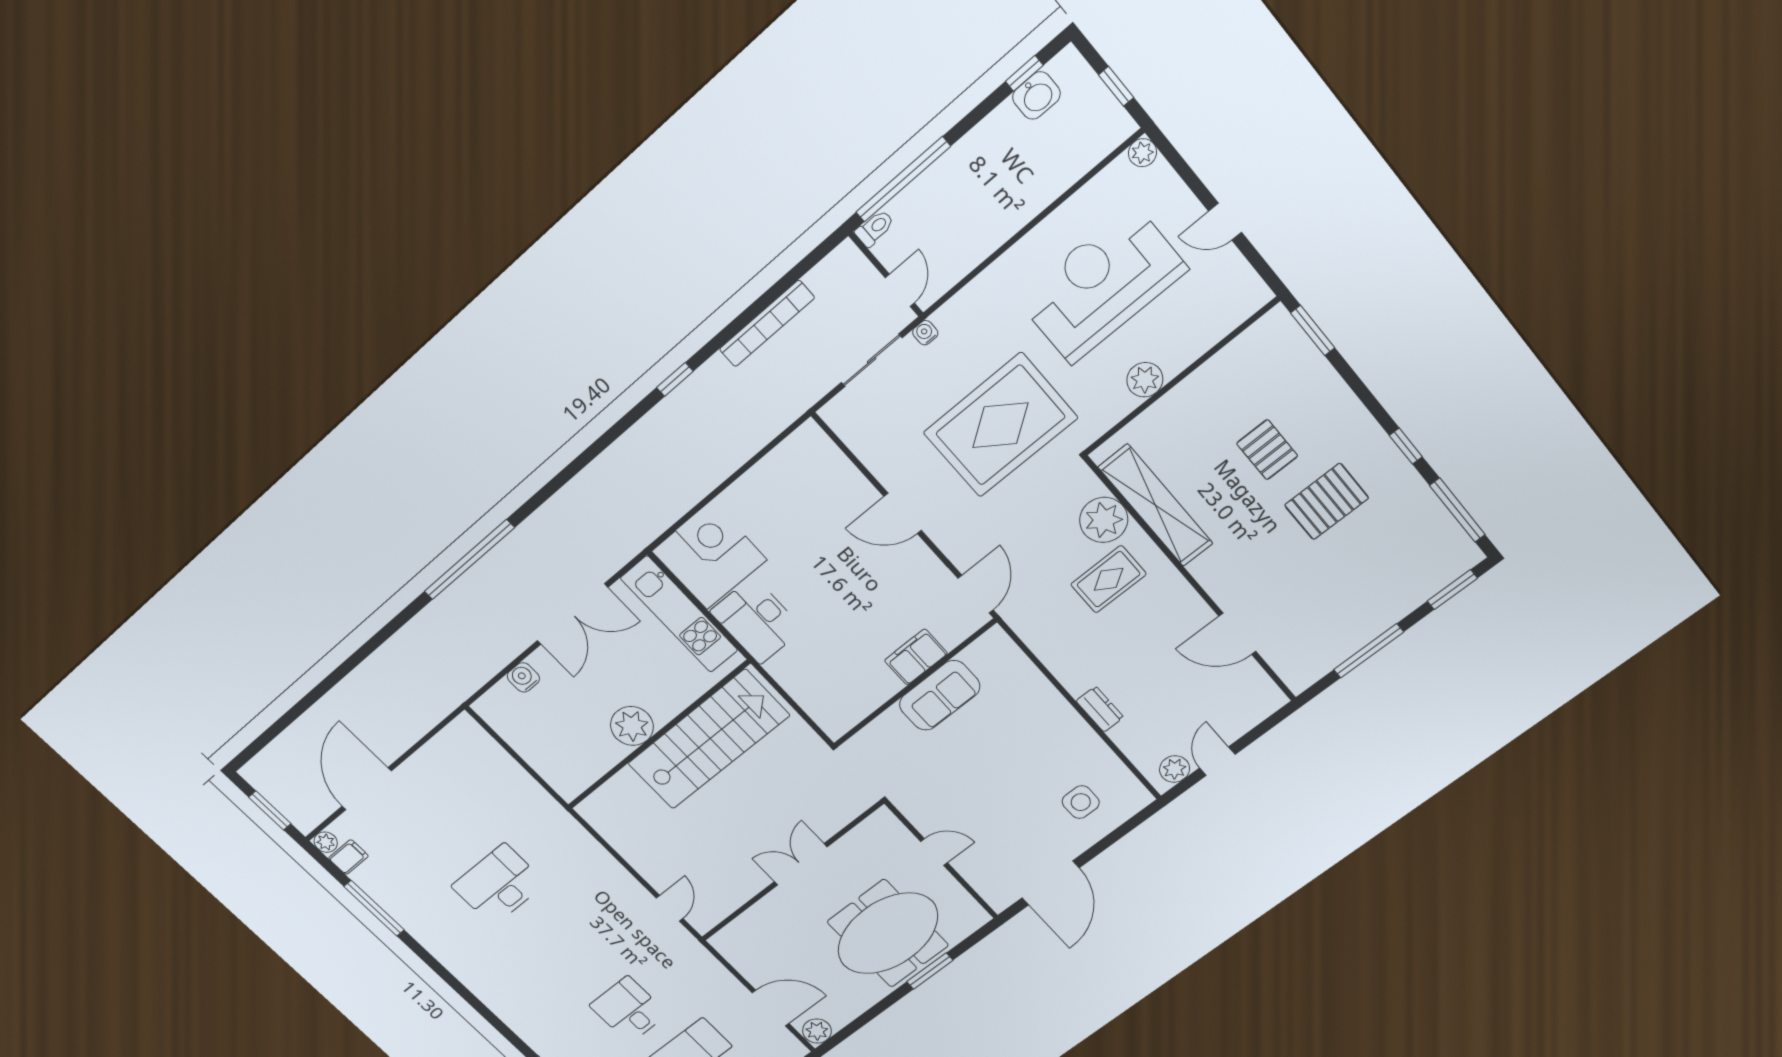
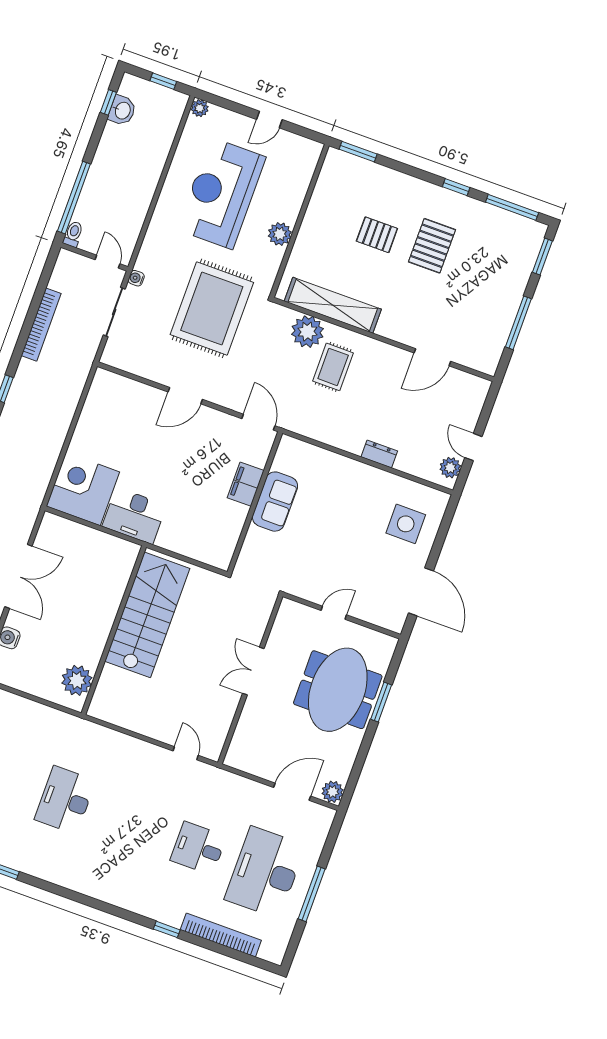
kitchen unit: (679, 614) -> (85, 539), removed
plant: (632, 726) -> (77, 680), moved
side table: (1081, 802) -> (406, 524), width x1.37, depth x1.37

